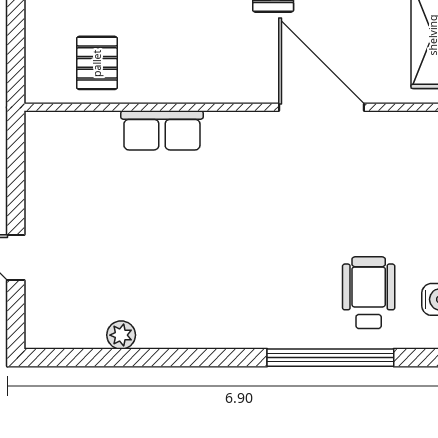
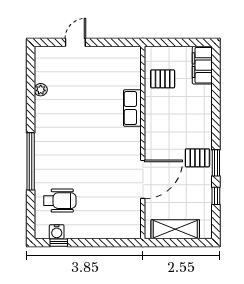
window: (330, 358) -> (31, 161), moved

